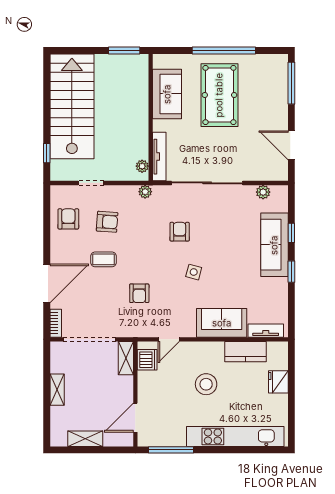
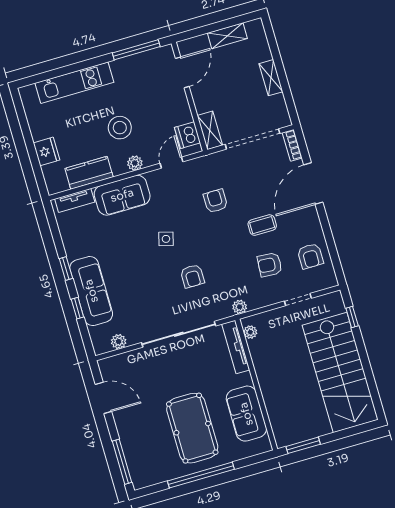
plant: (202, 348) -> (135, 163), added
kitchen unit: (235, 436) -> (74, 83), width x0.73

